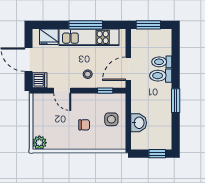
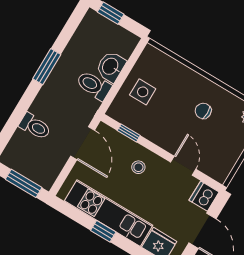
window: (86, 25) -> (103, 231), width x0.46
door: (128, 69) -> (83, 143), hinge flipped
toilet: (161, 76) -> (94, 85), moved, turned 180
chair: (84, 125) -> (203, 111), moved

